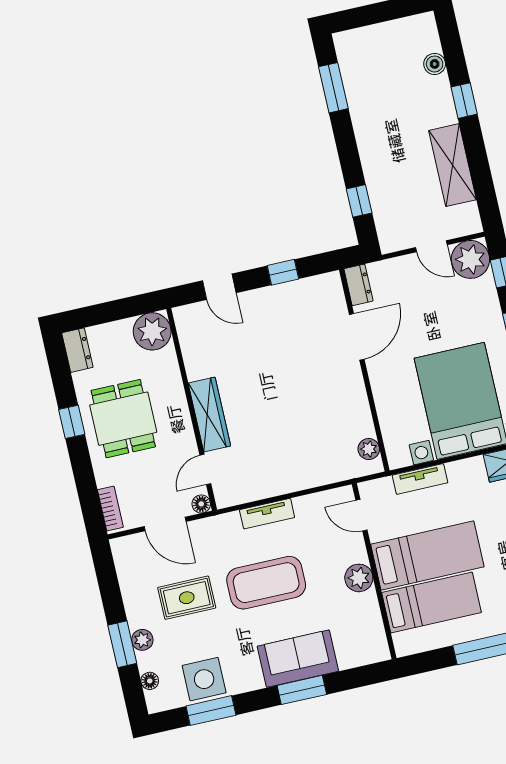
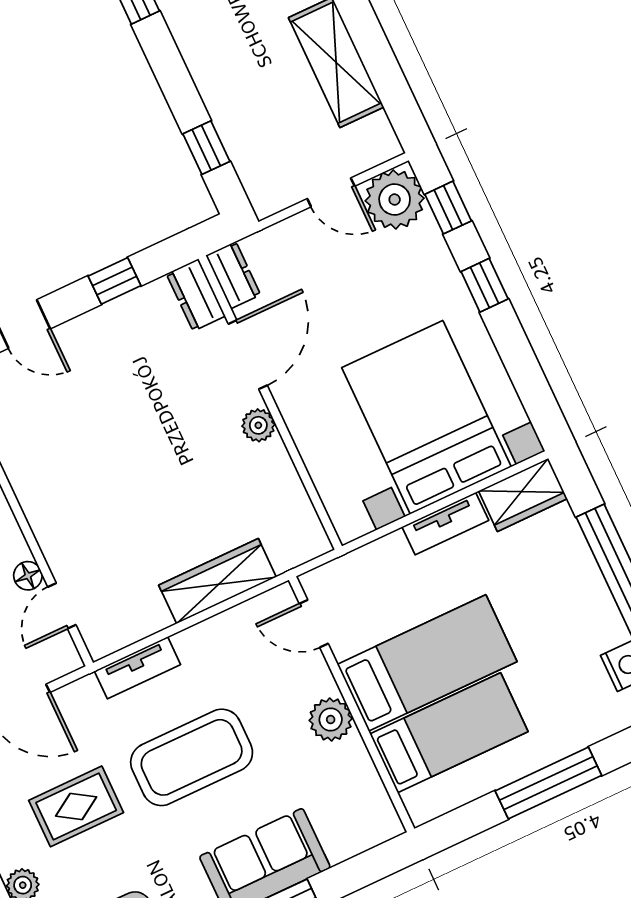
dresser: (332, 292) -> (196, 295), added
wardrobe: (209, 414) -> (217, 581), moved, turned -90
plant: (369, 449) -> (258, 425), moved
tv unit: (420, 479) -> (445, 524), moved
floor lamp: (201, 504) -> (28, 576), moved
tv unit: (267, 514) -> (137, 668), moved

